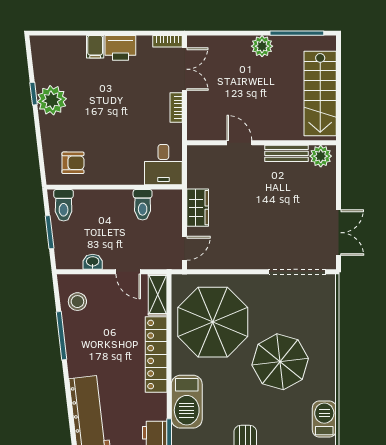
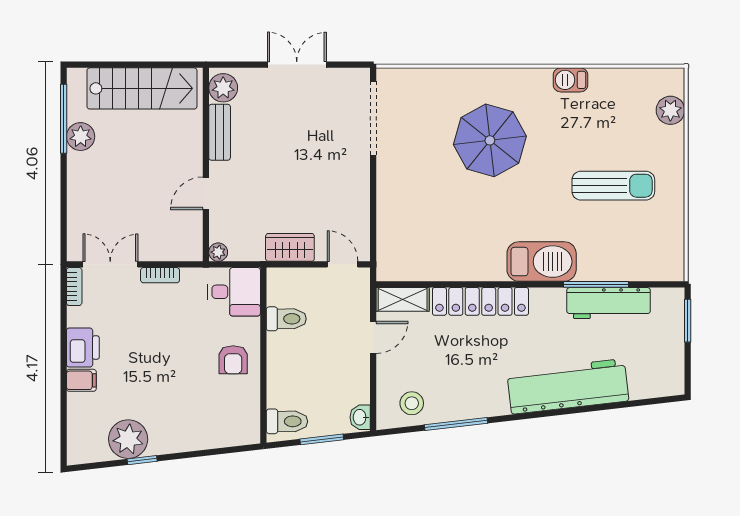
plant: (262, 46) -> (81, 137), moved
plant: (52, 100) -> (128, 439), moved
plant: (194, 152) -> (218, 252), added
armchair: (73, 163) -> (233, 360), moved, turned 180
double door: (338, 233) -> (297, 65), moved
washbasin: (93, 262) -> (360, 417), moved
parasol: (213, 322) -> (438, 228), removed
barbecue: (324, 419) -> (571, 80), width x0.73, depth x0.79

